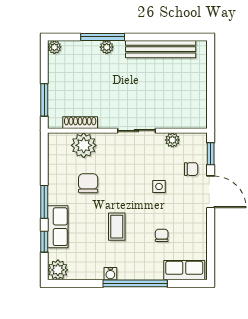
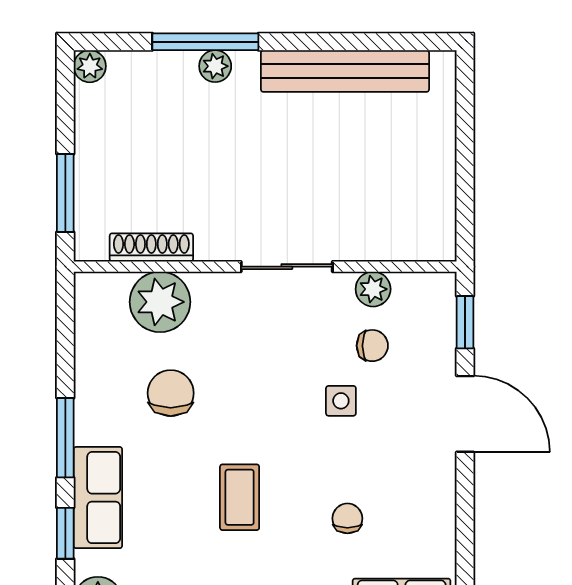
chair: (191, 169) -> (372, 346), moved

